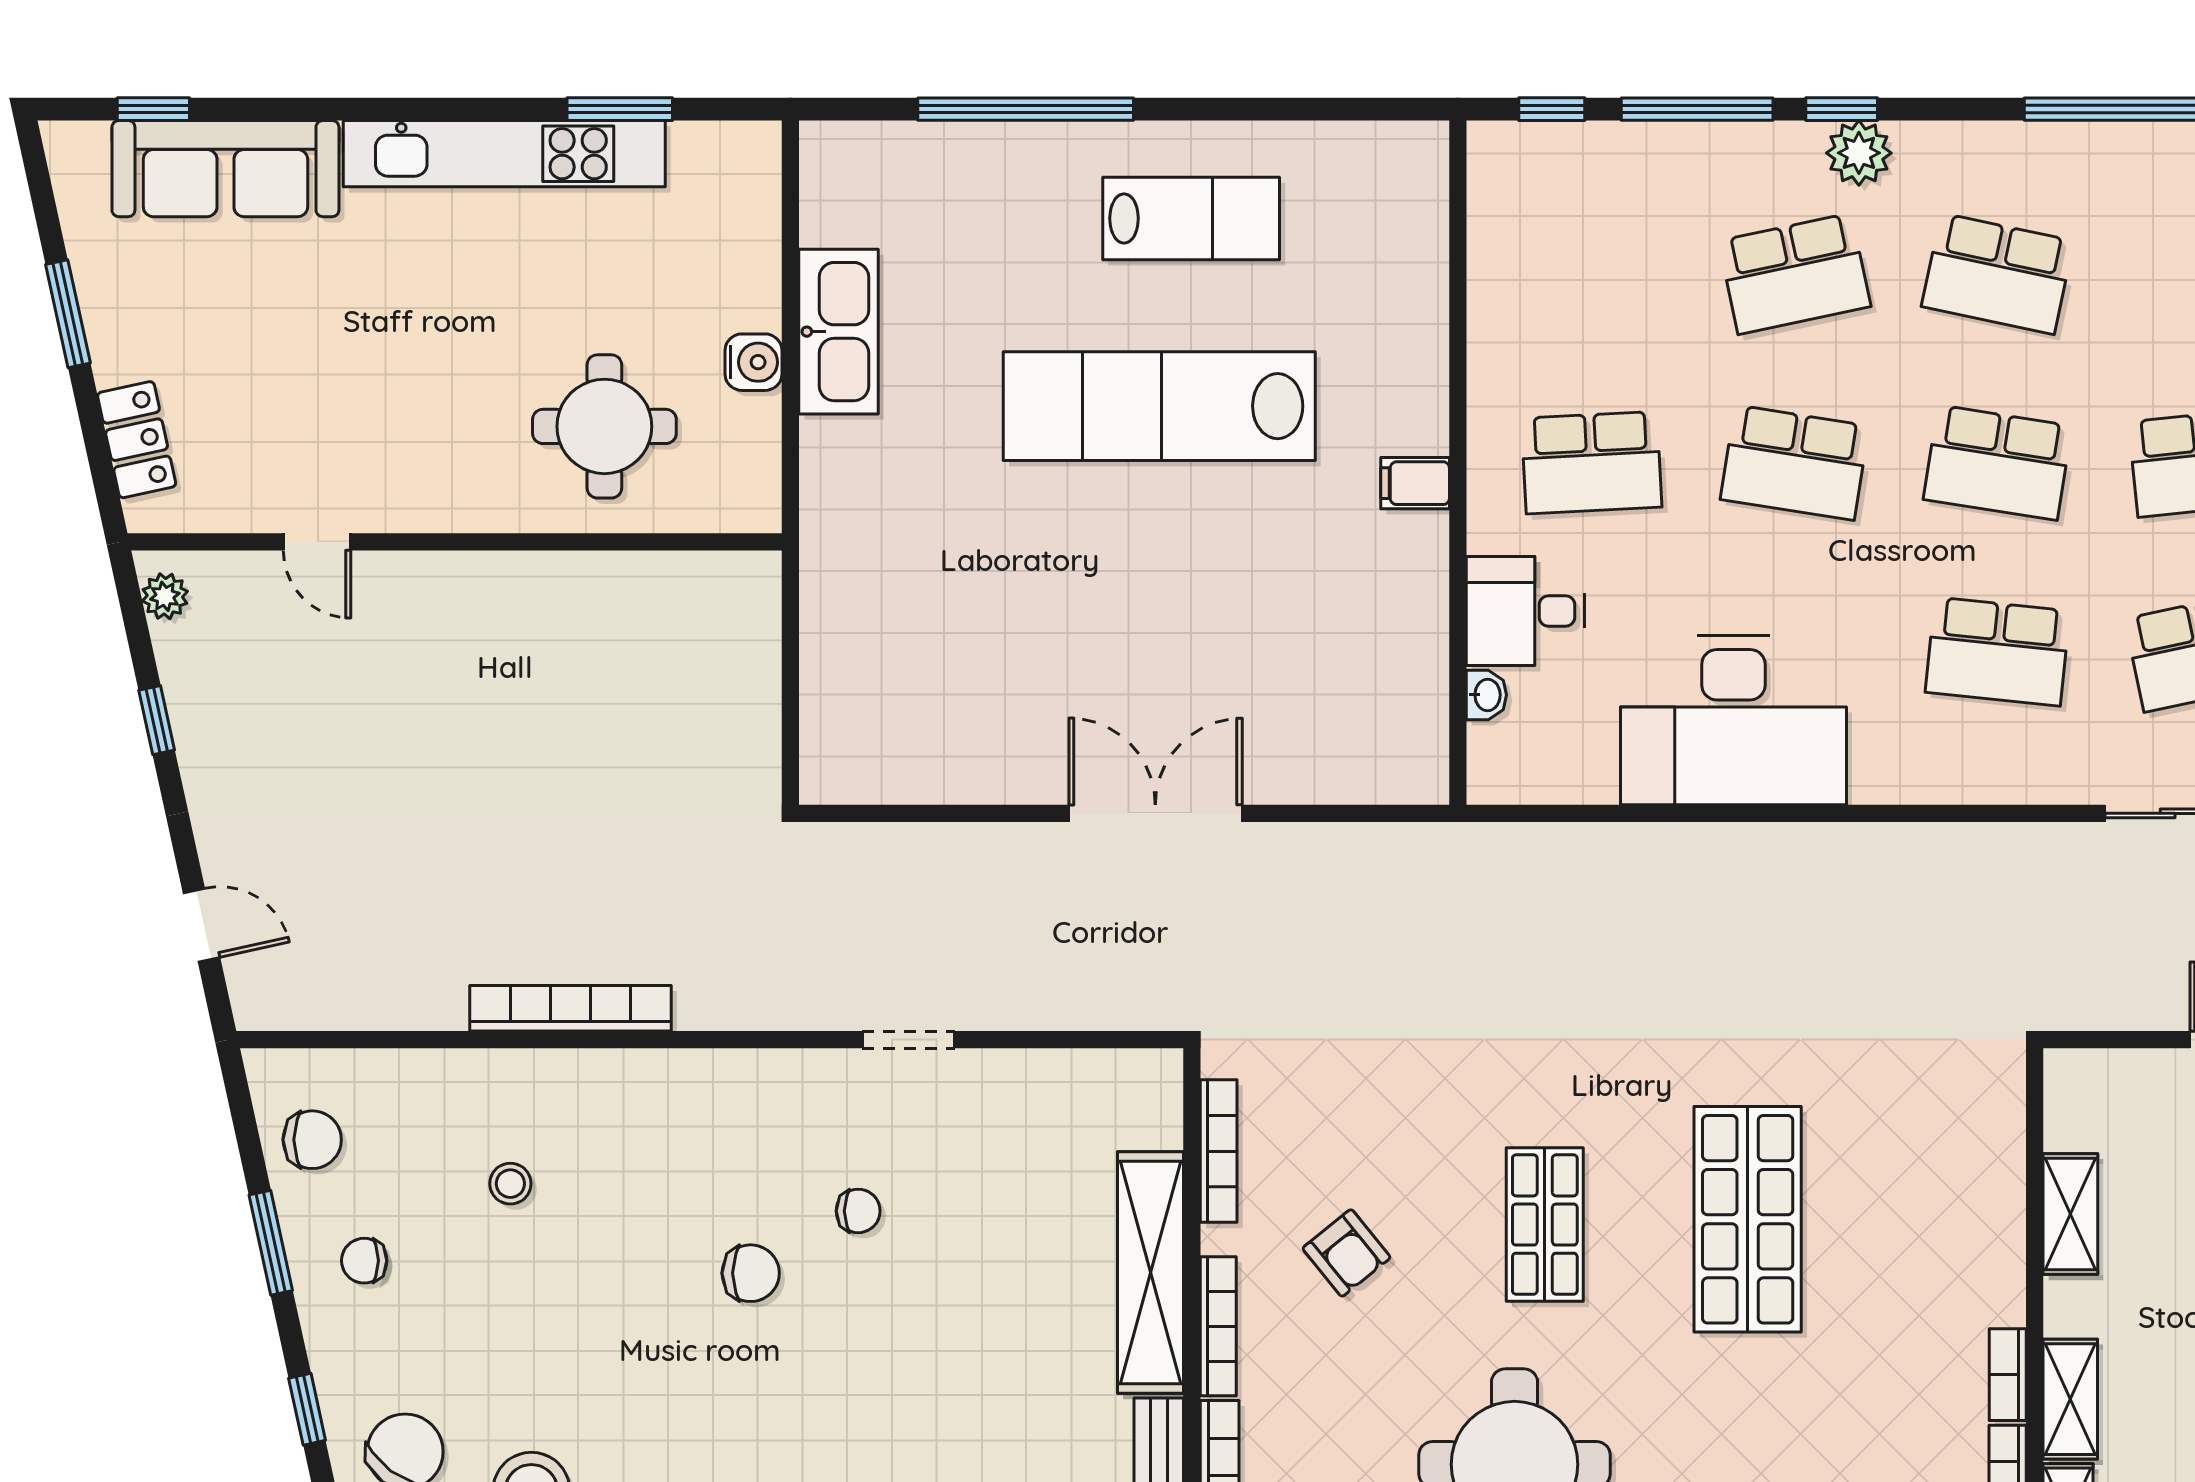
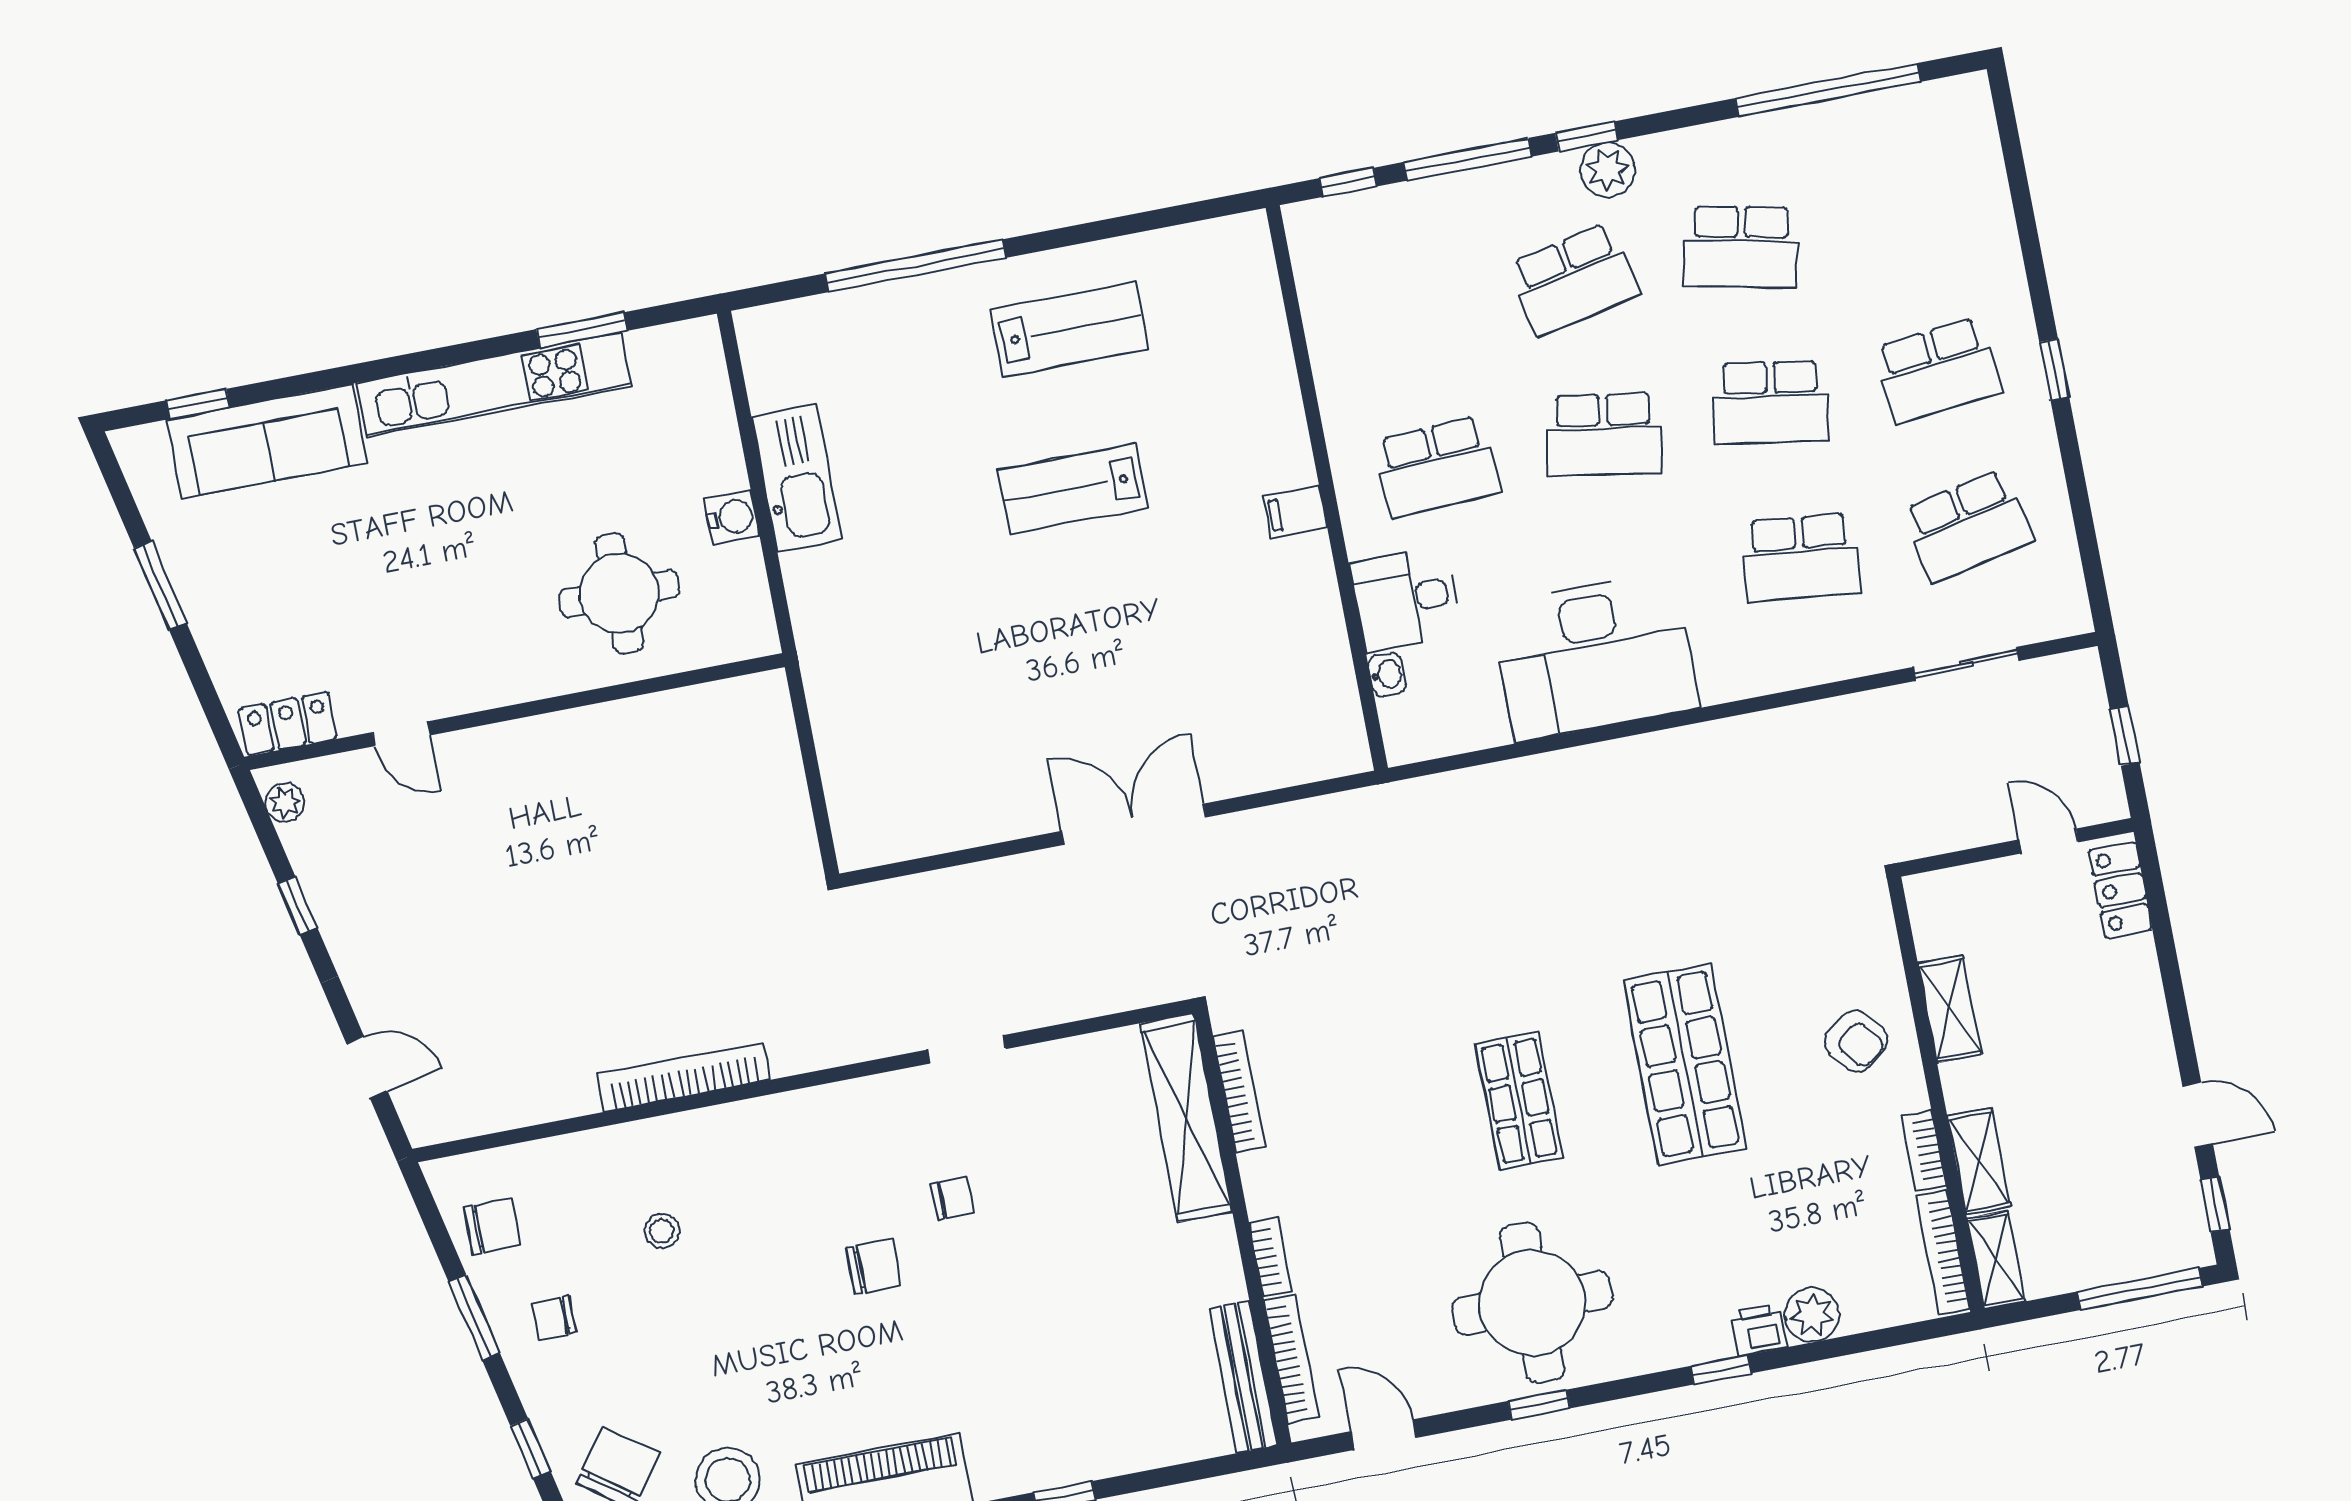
lab bench: (1159, 406) -> (1072, 489), width x0.54, depth x0.72
locker: (137, 440) -> (288, 724), moved, turned -78
armchair: (1346, 1253) -> (1856, 1041), moved
shelving: (1150, 1272) -> (1186, 1117), moved
bookcase: (1218, 1326) -> (1271, 1257), width x0.64

